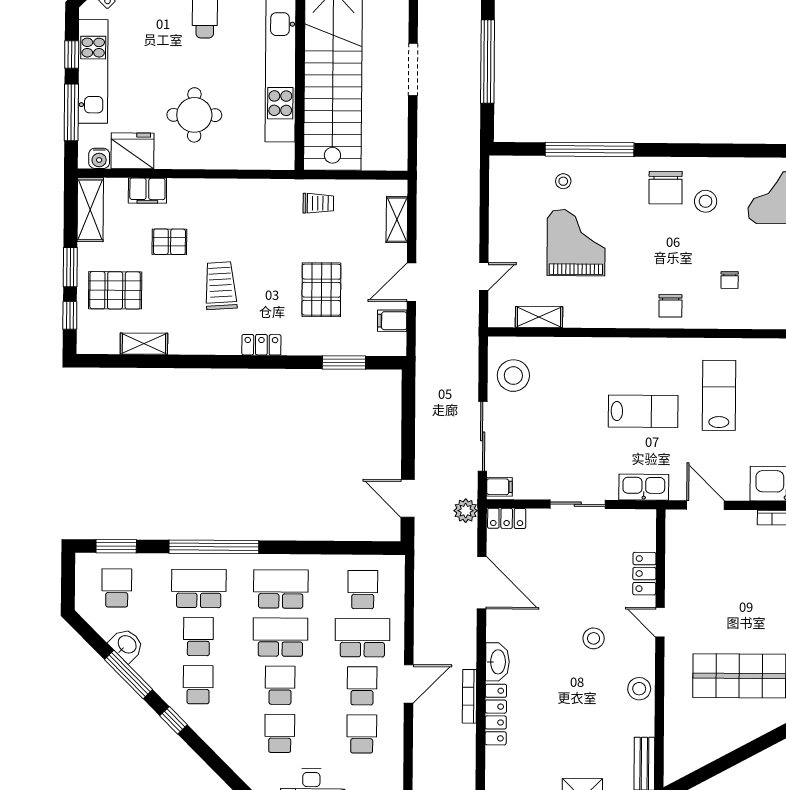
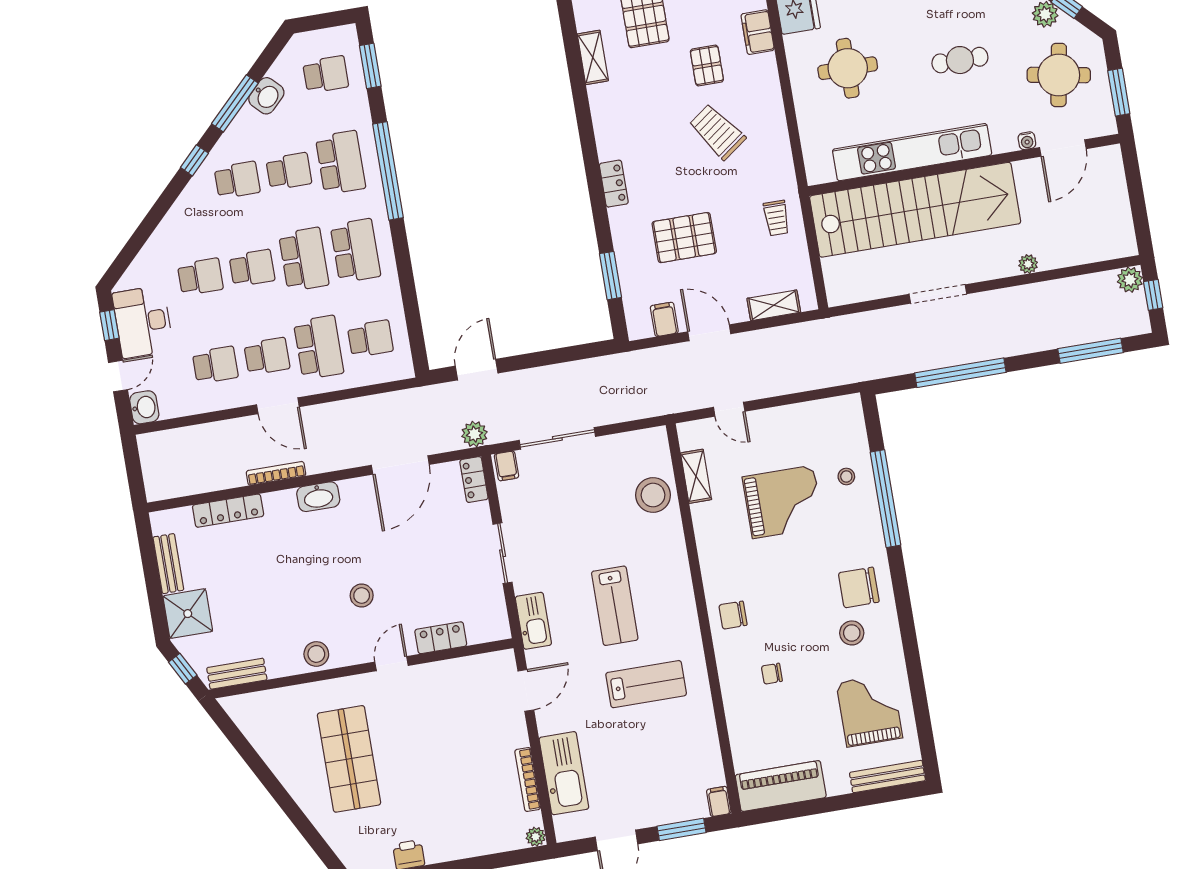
trolley: (220, 286) -> (717, 132), moved, turned -122
stool: (513, 376) -> (653, 495), moved
locker: (496, 715) -> (228, 511), moved

